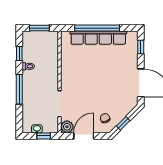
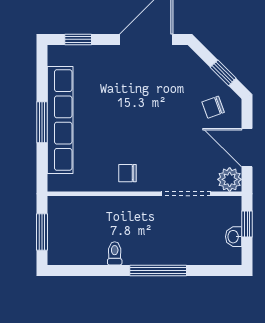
window: (97, 28) -> (42, 122), width x0.47
window: (19, 53) -> (90, 270), removed
chair: (70, 73) -> (128, 173), added

